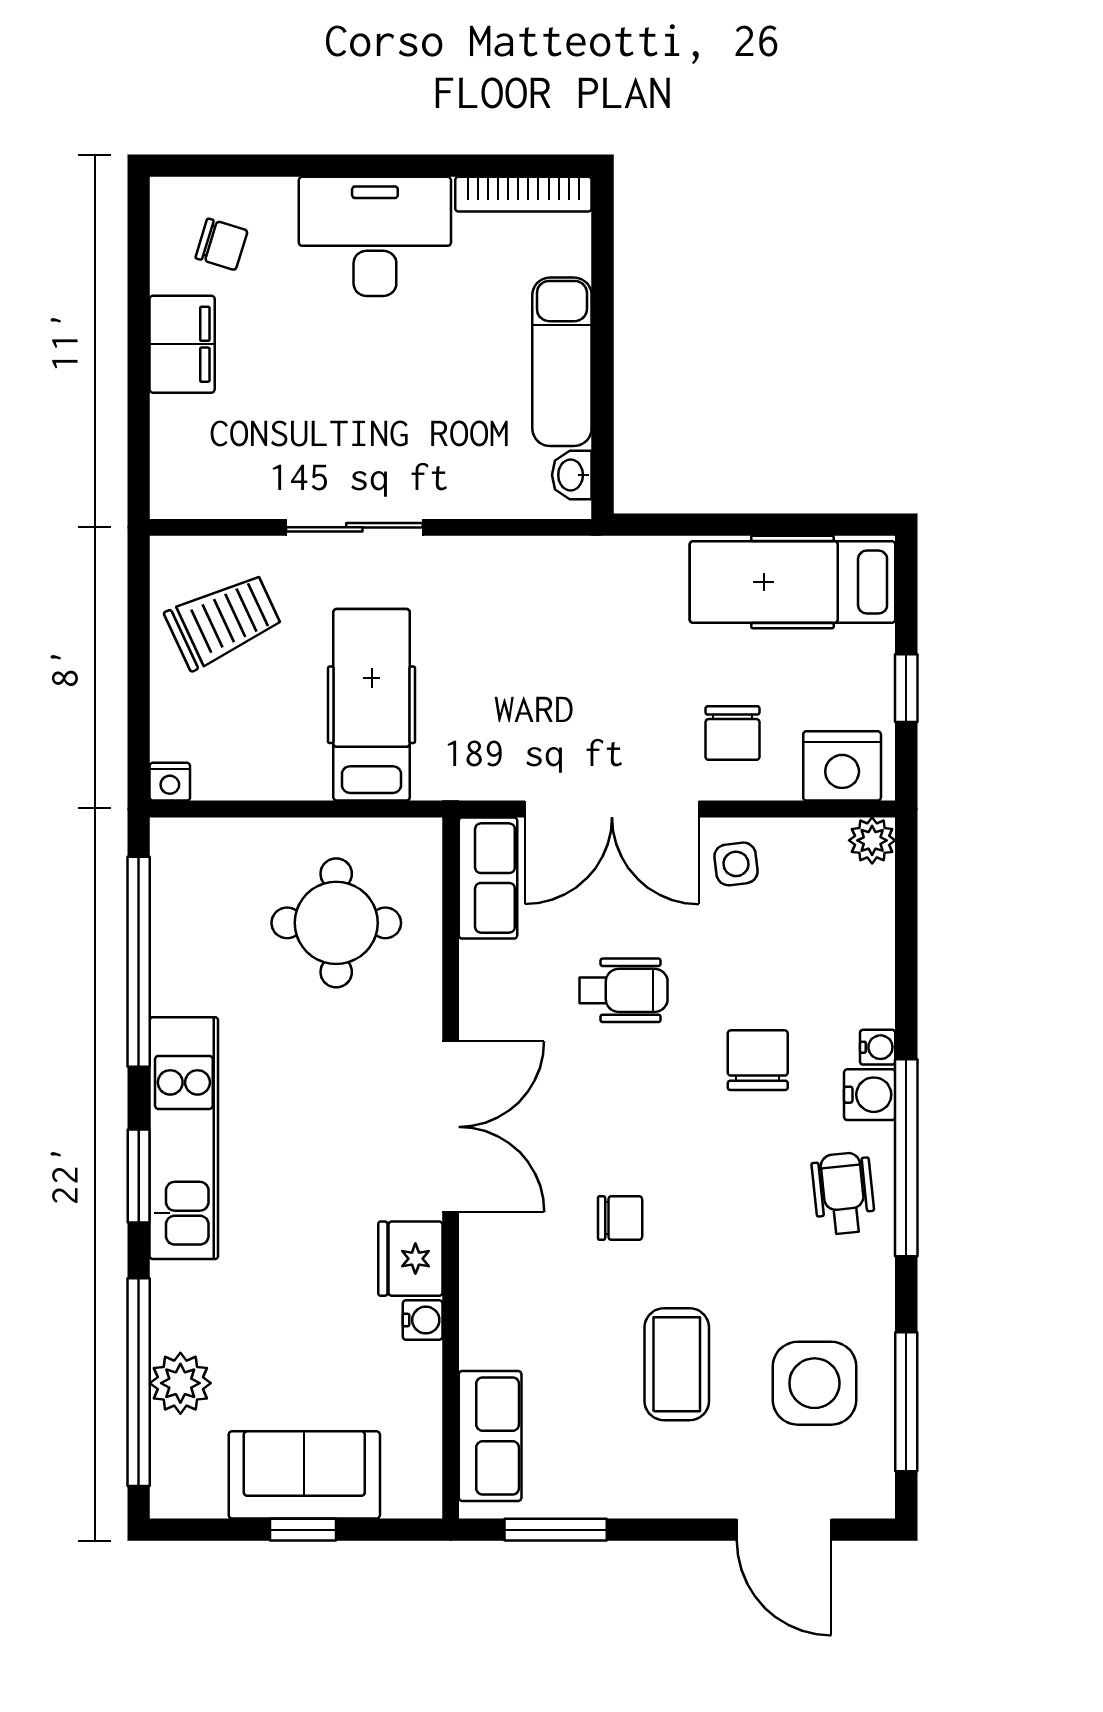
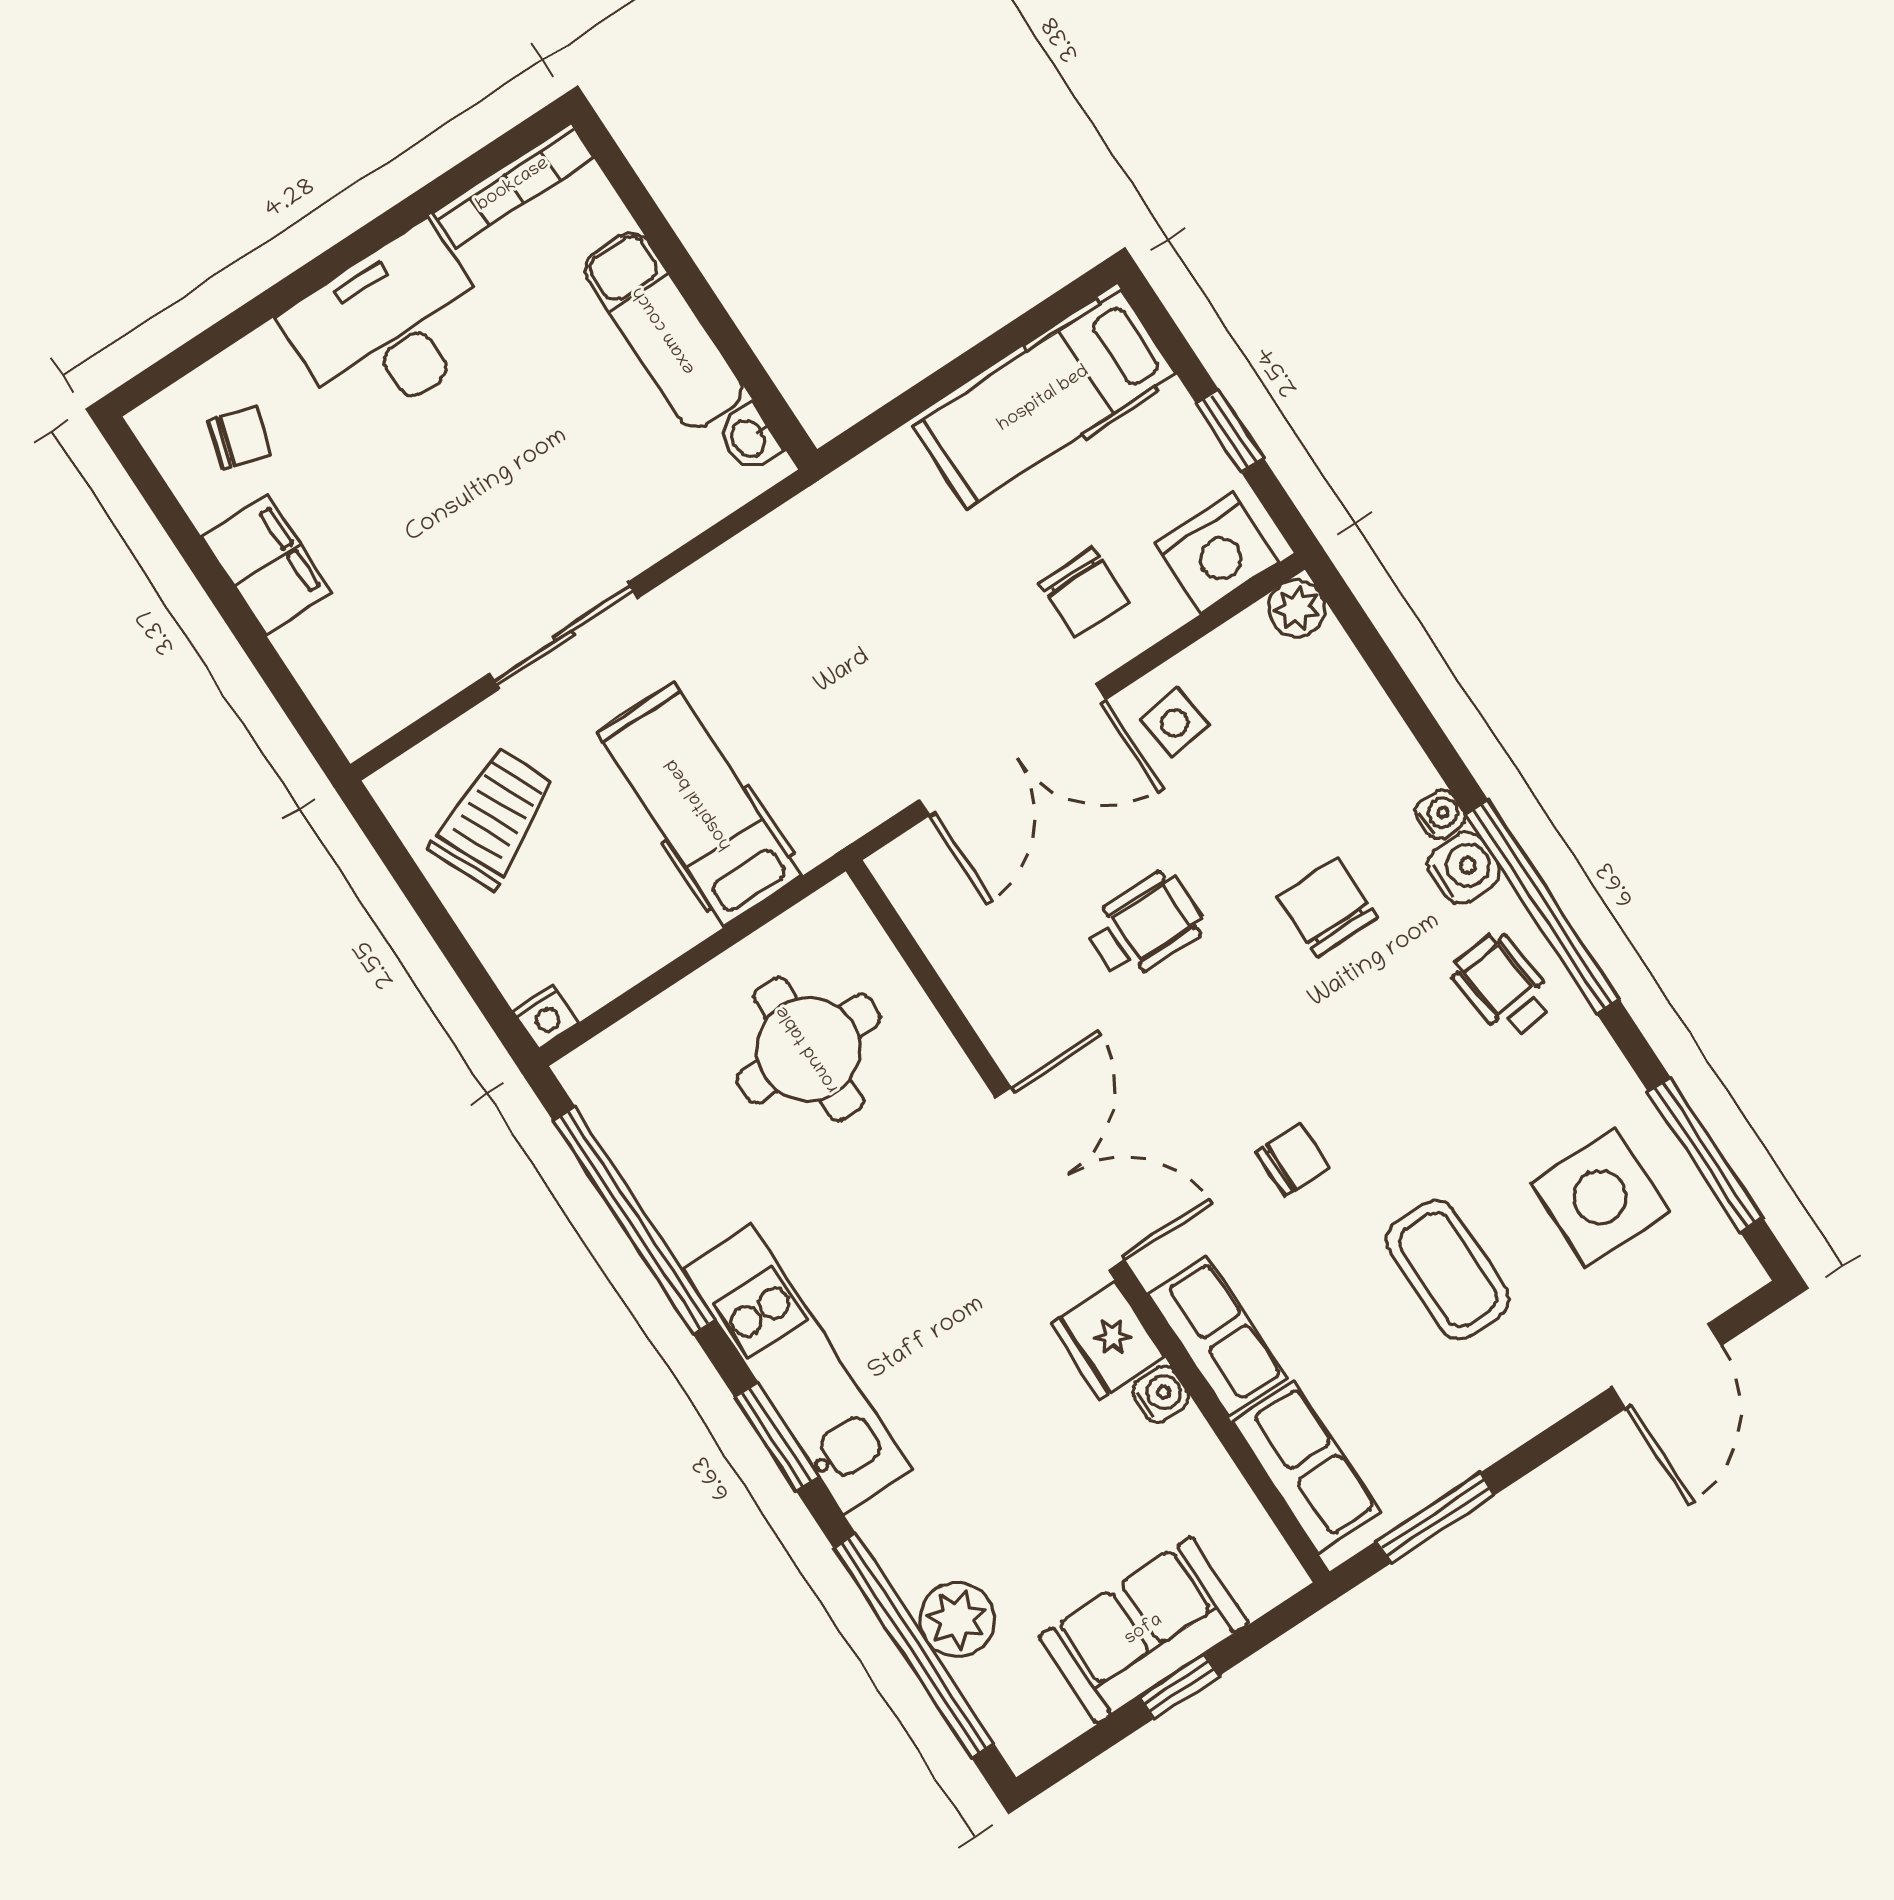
row of seats: (488, 878) -> (1217, 1336), moved
door: (784, 1530) -> (1667, 1366), hinge flipped

